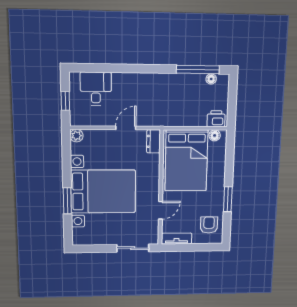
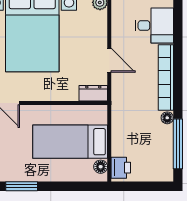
bookcase: (141, 79) -> (166, 77), added
floor lamp: (211, 79) -> (167, 118), moved
bed: (186, 161) -> (70, 142), width x0.67

